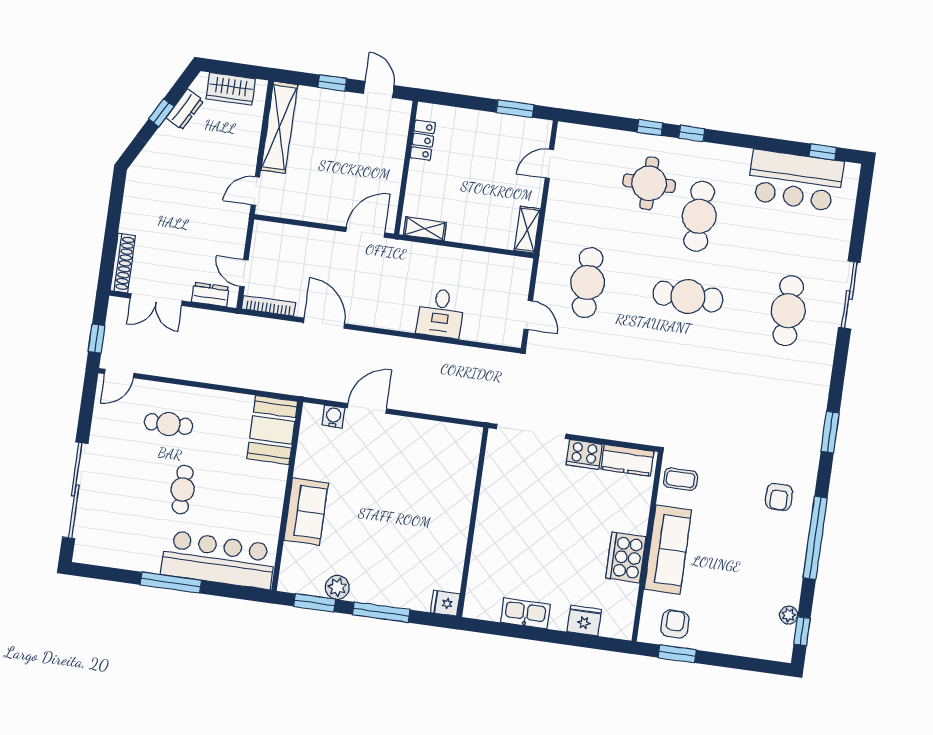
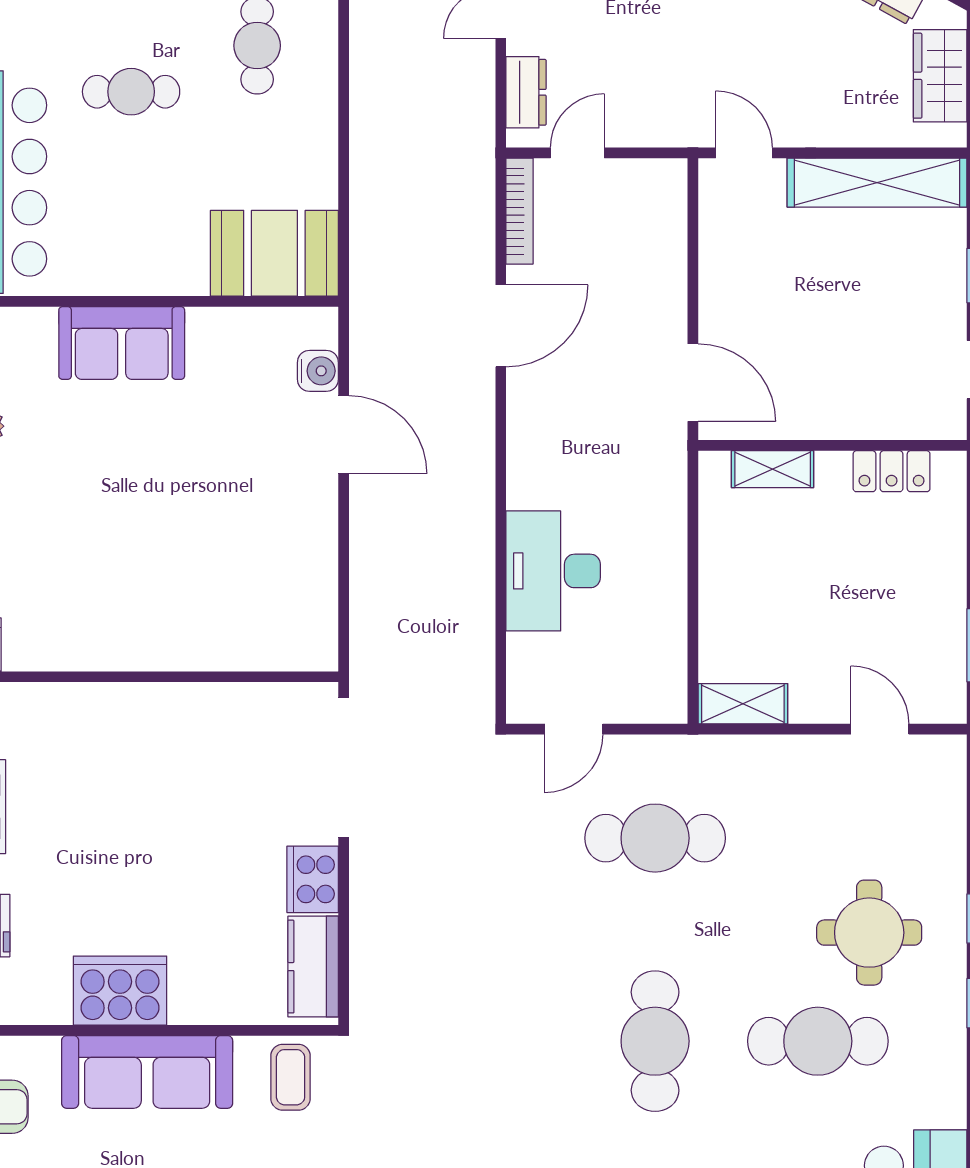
shelving: (425, 229) -> (773, 469), moved, turned 90
desk: (441, 313) -> (553, 571), width x1.37

